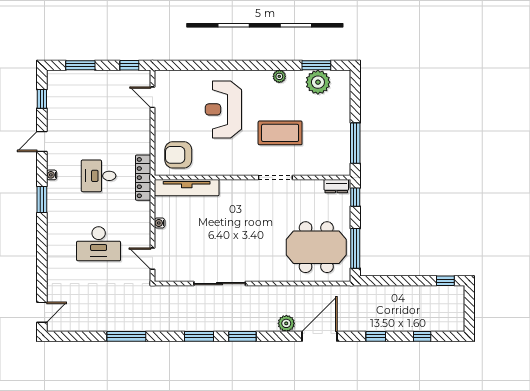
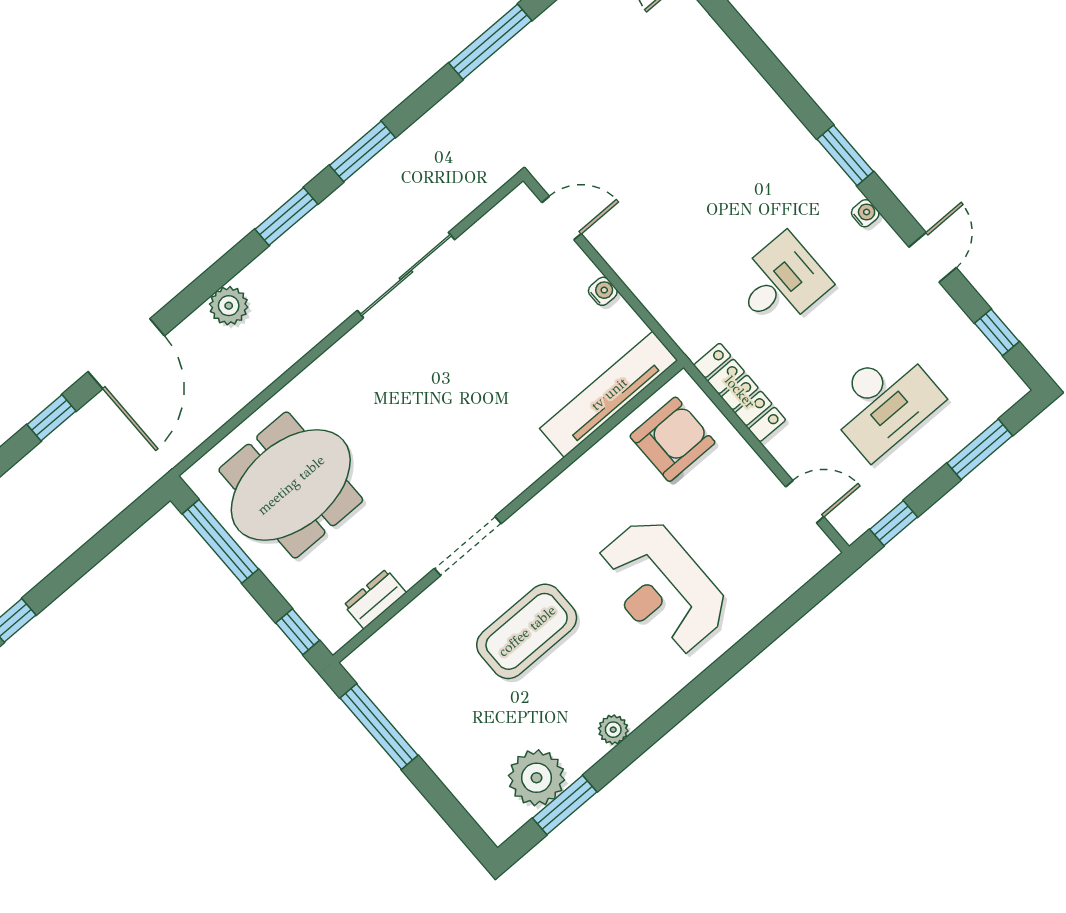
reception desk: (223, 109) -> (662, 587), turned 180
locker: (143, 178) -> (740, 392), moved
dresser: (336, 186) -> (375, 599), moved
desk: (99, 244) -> (883, 402), moved, turned 180
door: (319, 336) -> (126, 354), moved

